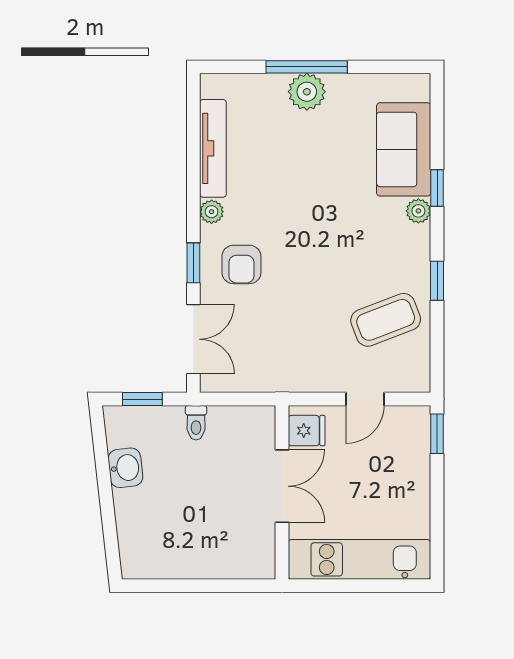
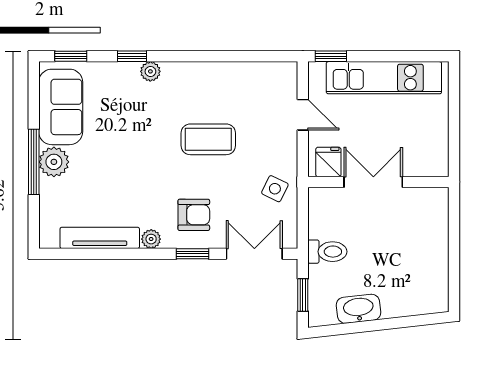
sofa: (404, 149) -> (61, 107), moved, turned -90
window: (437, 281) -> (71, 56), moved
coffee table: (386, 320) -> (208, 139), moved, turned -69
side table: (274, 365) -> (275, 189), added
toilet: (196, 423) -> (327, 252), width x1.37, depth x1.39
washbasin: (125, 468) -> (358, 309), width x1.38
kitchen unit: (359, 559) -> (384, 78), moved, turned -90

